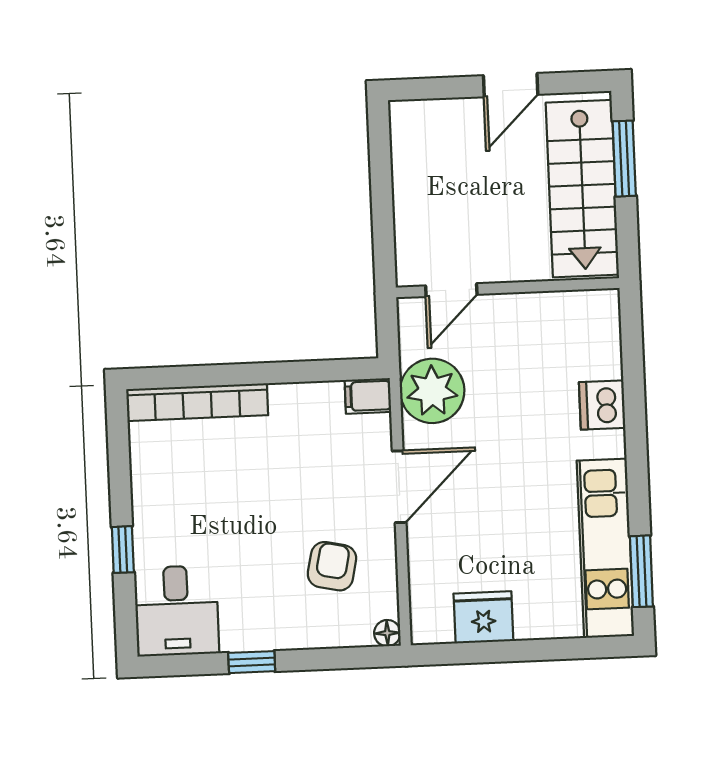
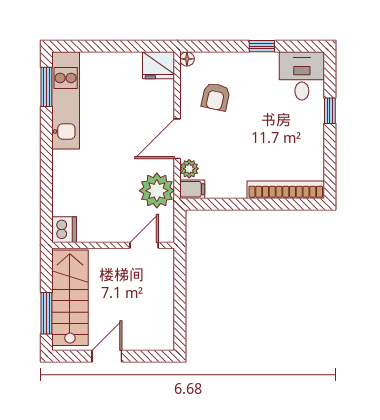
dishwasher: (602, 405) -> (64, 230), moved
plant: (375, 433) -> (189, 169), added
fridge: (483, 617) -> (159, 65), moved

